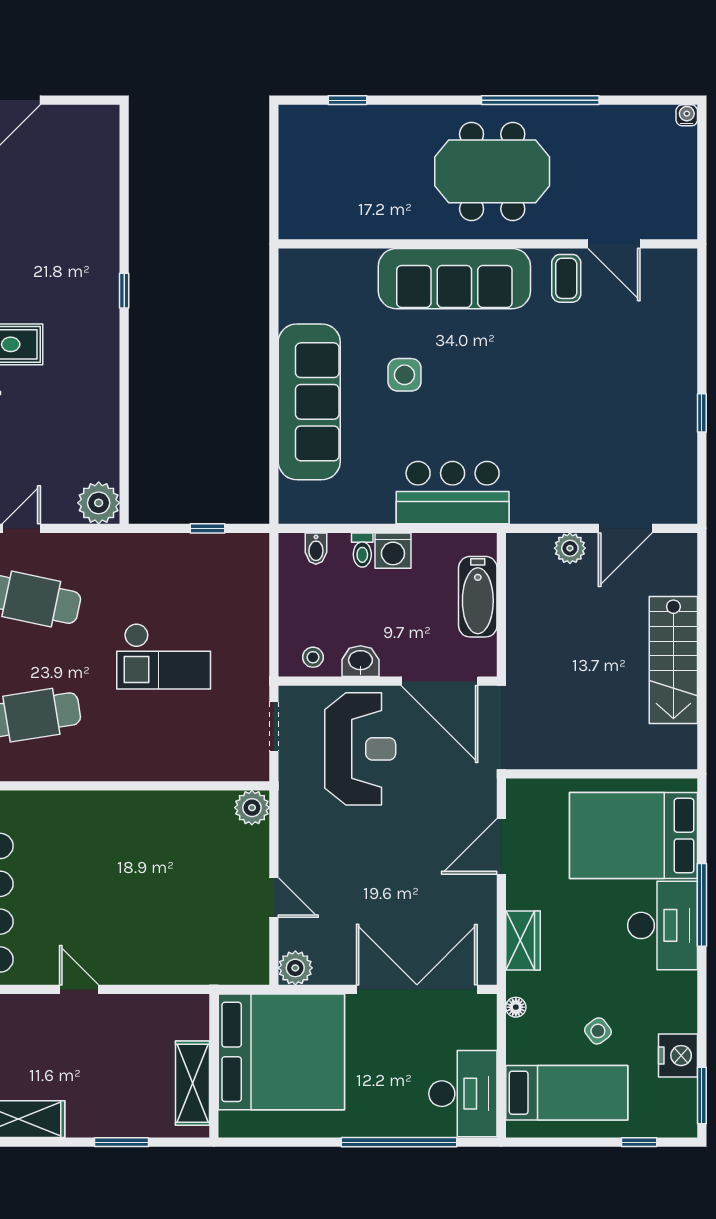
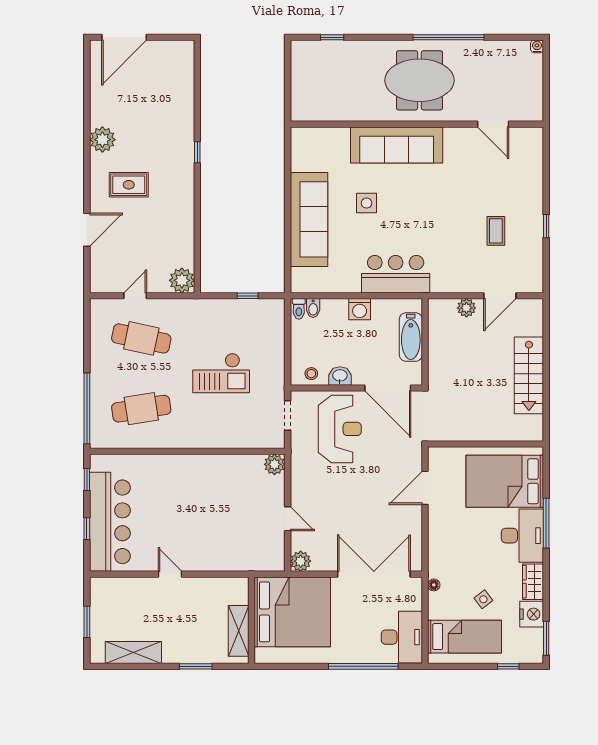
coffee table: (566, 278) -> (496, 231), moved
toilet: (362, 550) -> (299, 309), moved
wardrobe: (523, 940) -> (533, 582), moved, turned 180

